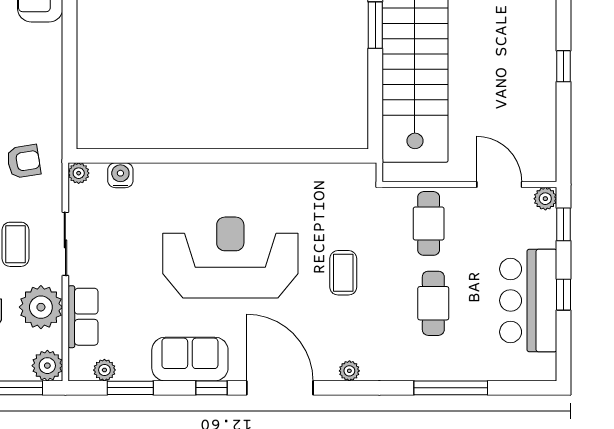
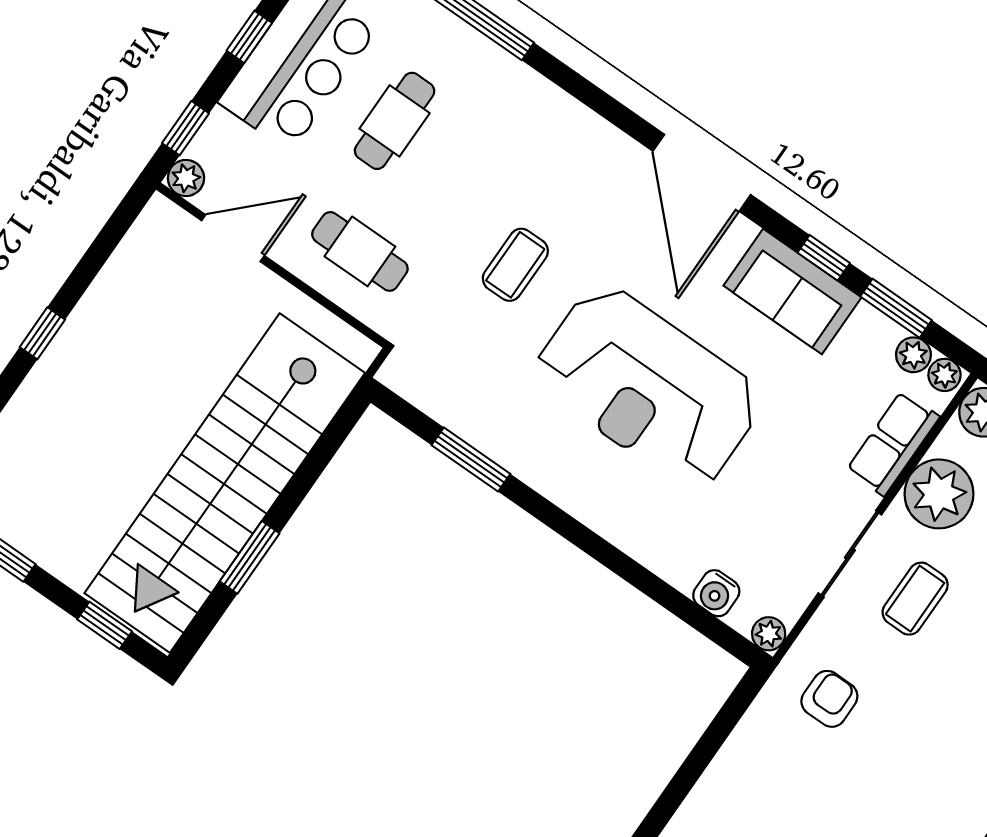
window: (296, 156) -> (471, 459), added
armchair: (24, 161) -> (829, 699), turned 99
door: (499, 184) -> (233, 238), swing flipped
cafe table: (429, 223) -> (360, 251), turned 90
cafe table: (433, 303) -> (395, 121), moved
plant: (349, 371) -> (944, 375), moved
window: (212, 388) -> (824, 258), moved

